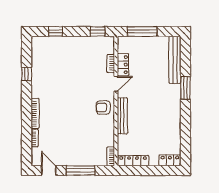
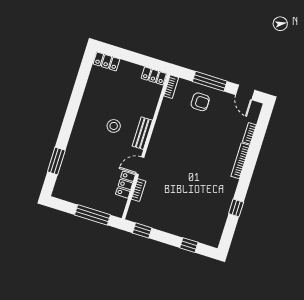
bench: (175, 60) -> (66, 172), removed
window: (185, 88) -> (56, 161), moved
armchair: (103, 108) -> (200, 102), moved
stool: (148, 110) -> (114, 126), added
bench: (122, 116) -> (142, 133), width x0.73
locker: (133, 161) -> (154, 76), width x0.66

